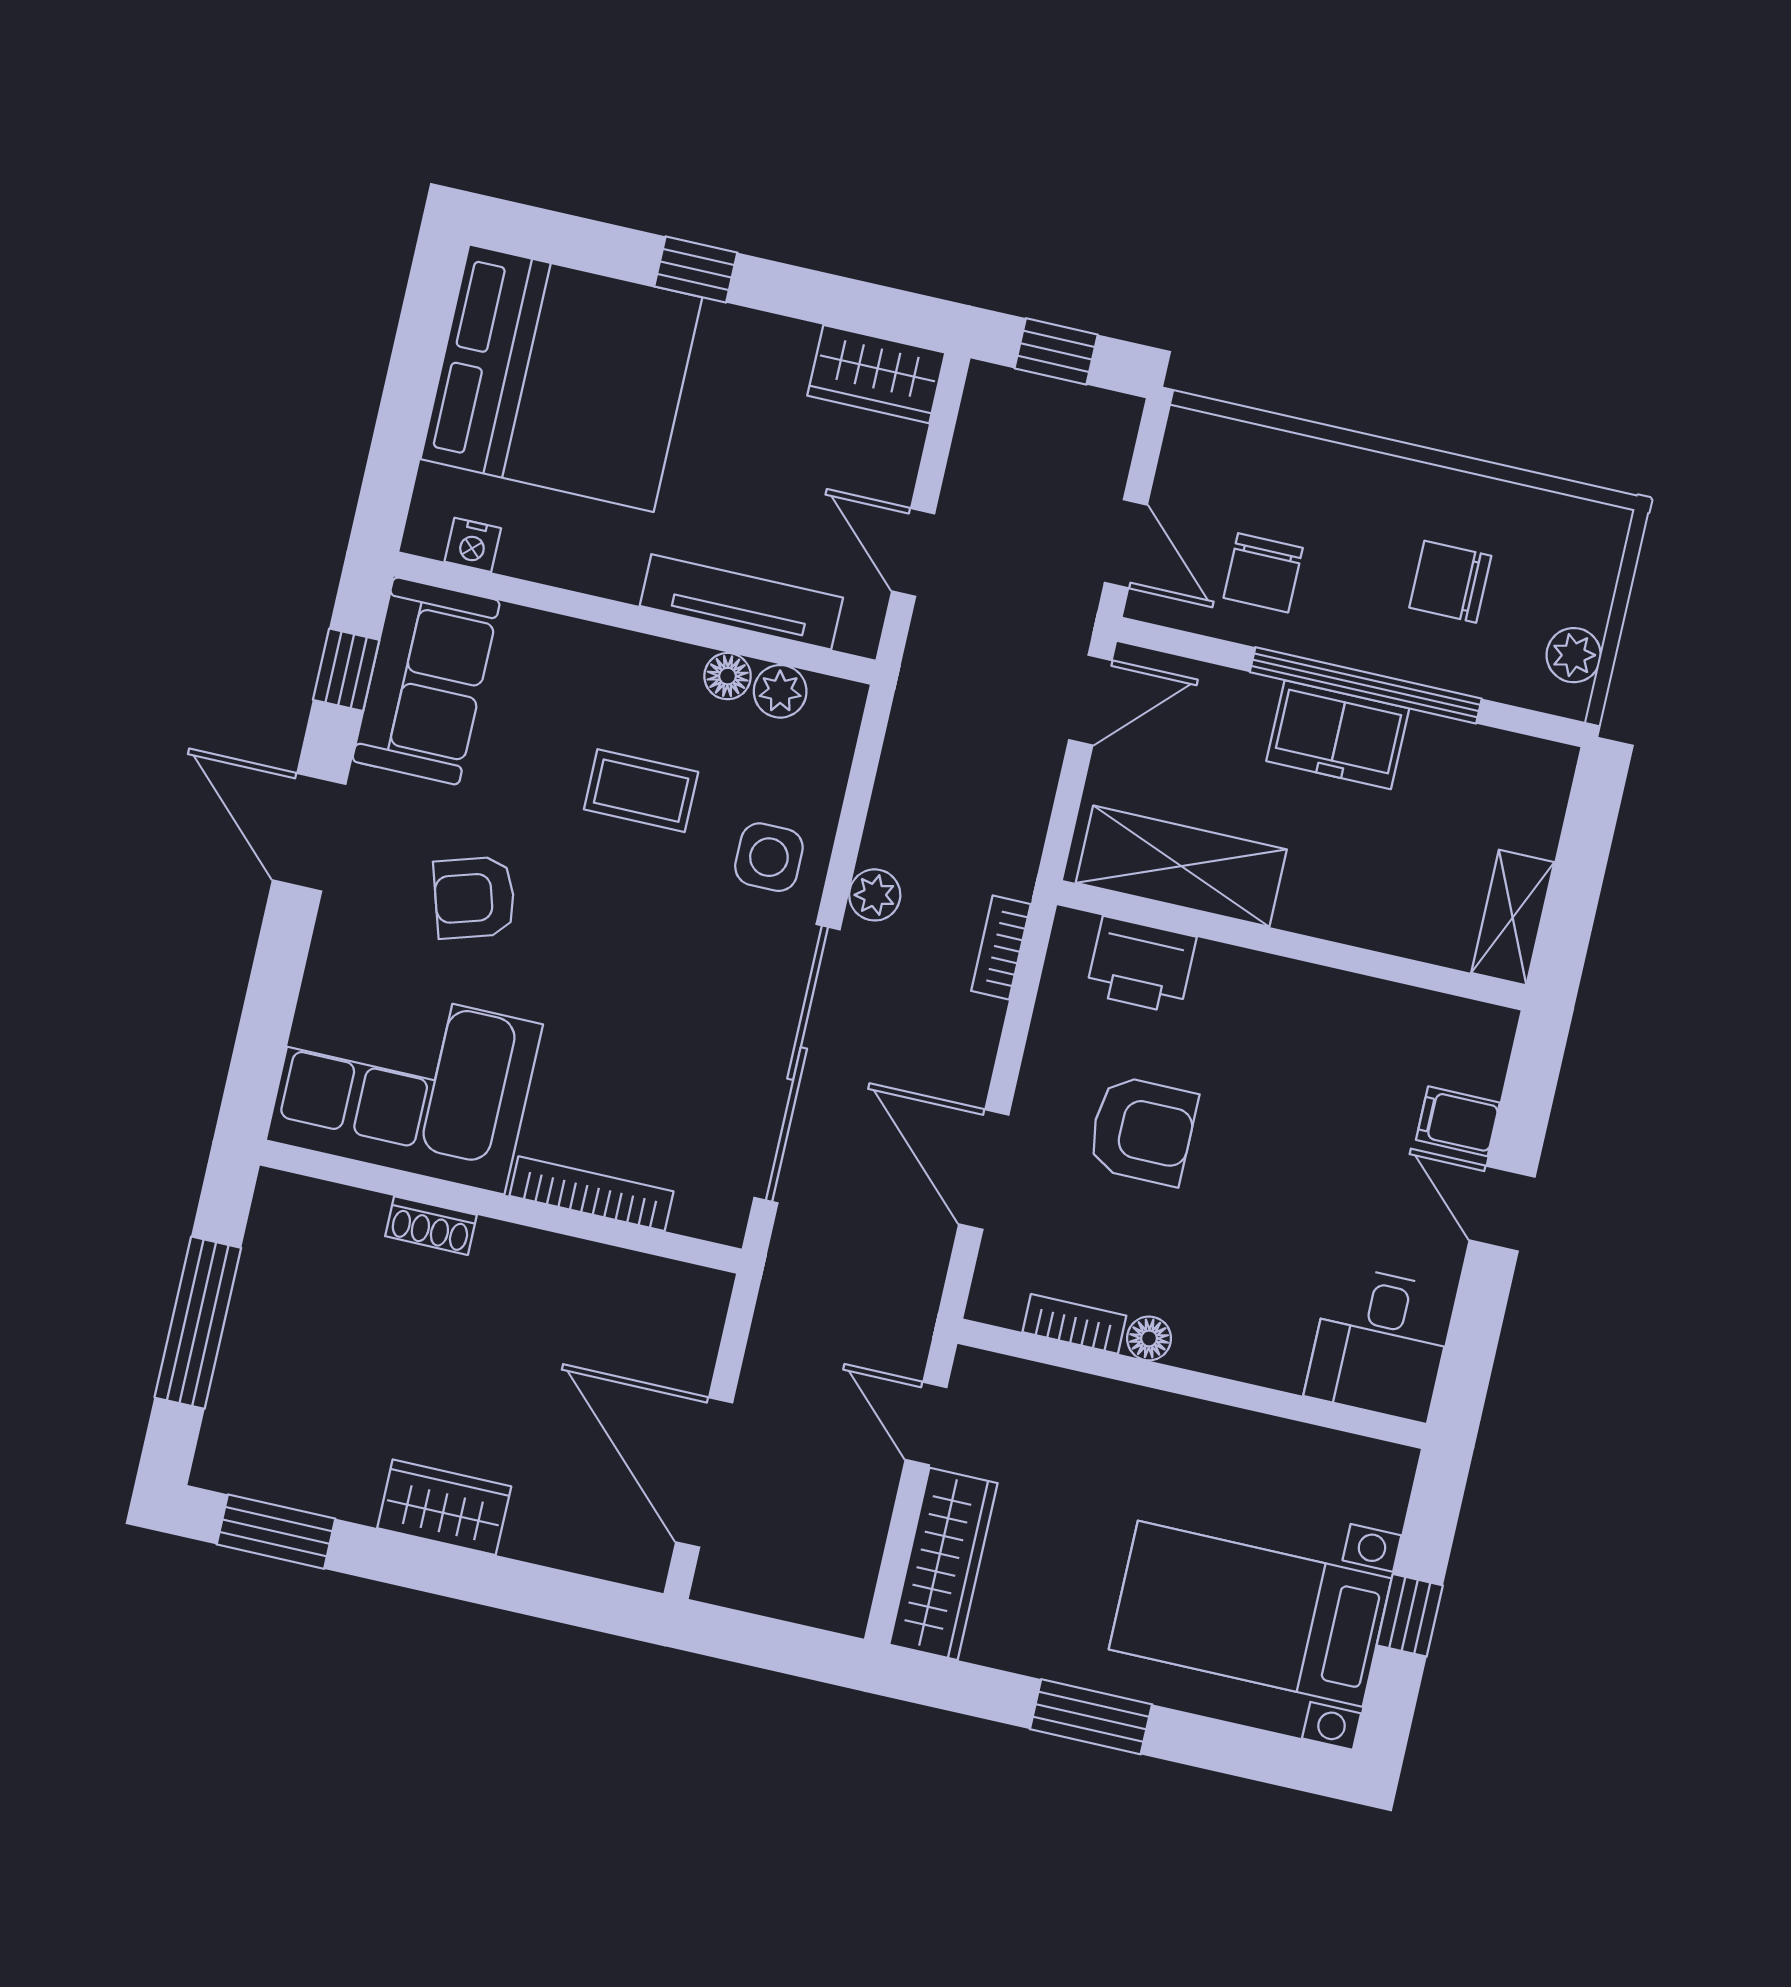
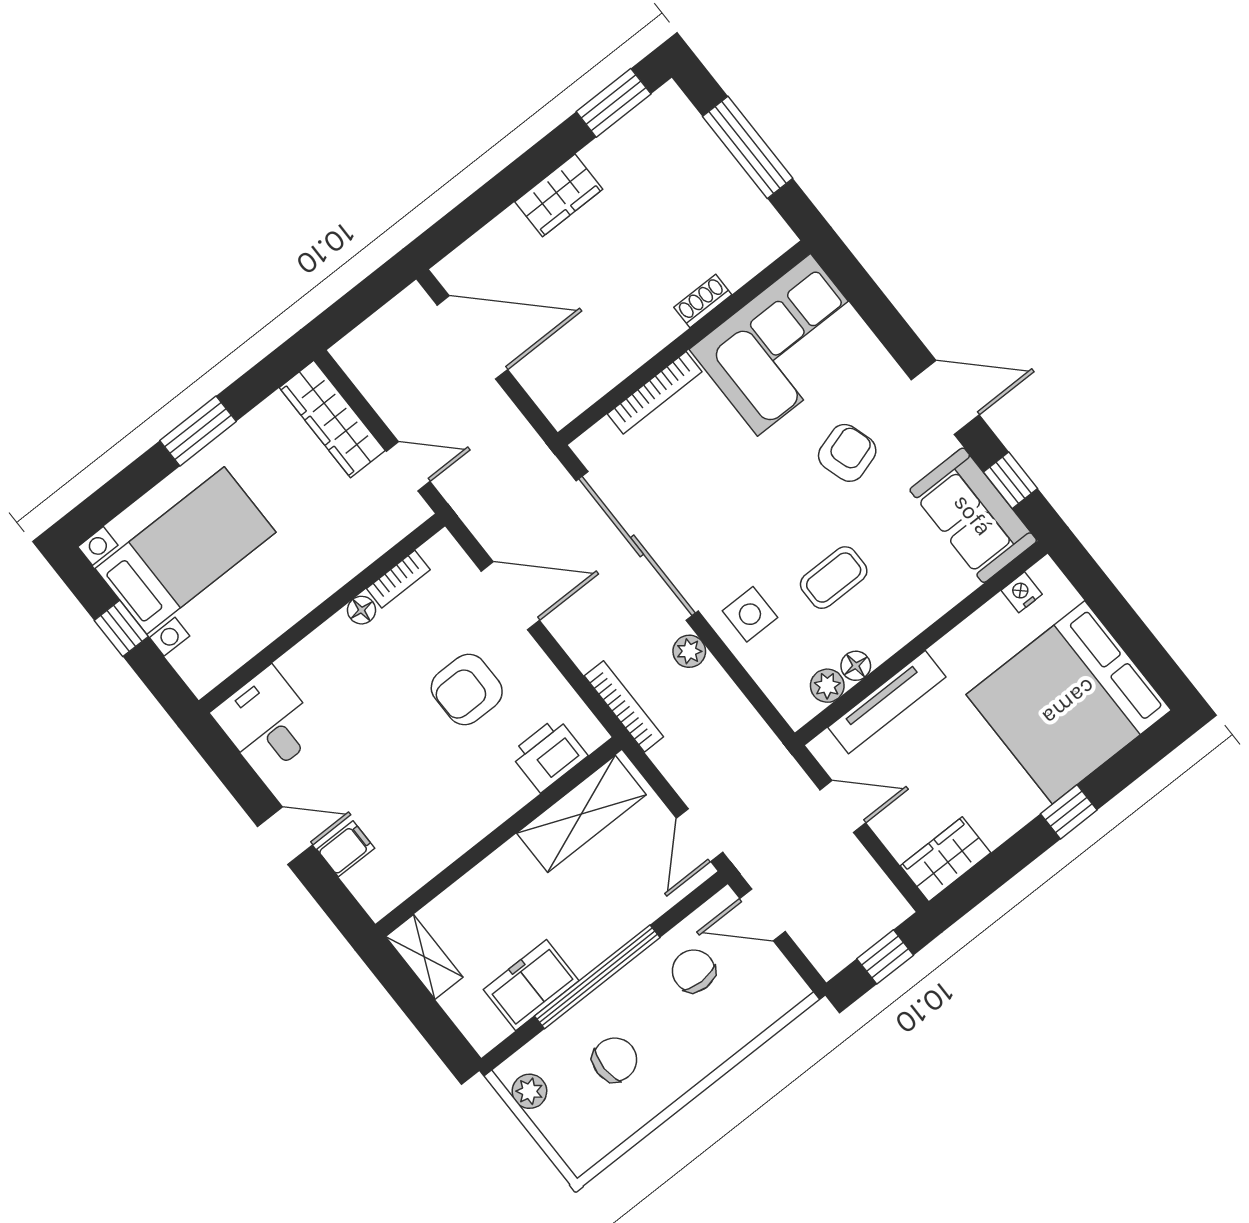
freezer: (1338, 735) -> (531, 985), moved
bookcase: (1001, 947) -> (624, 706), width x1.56

